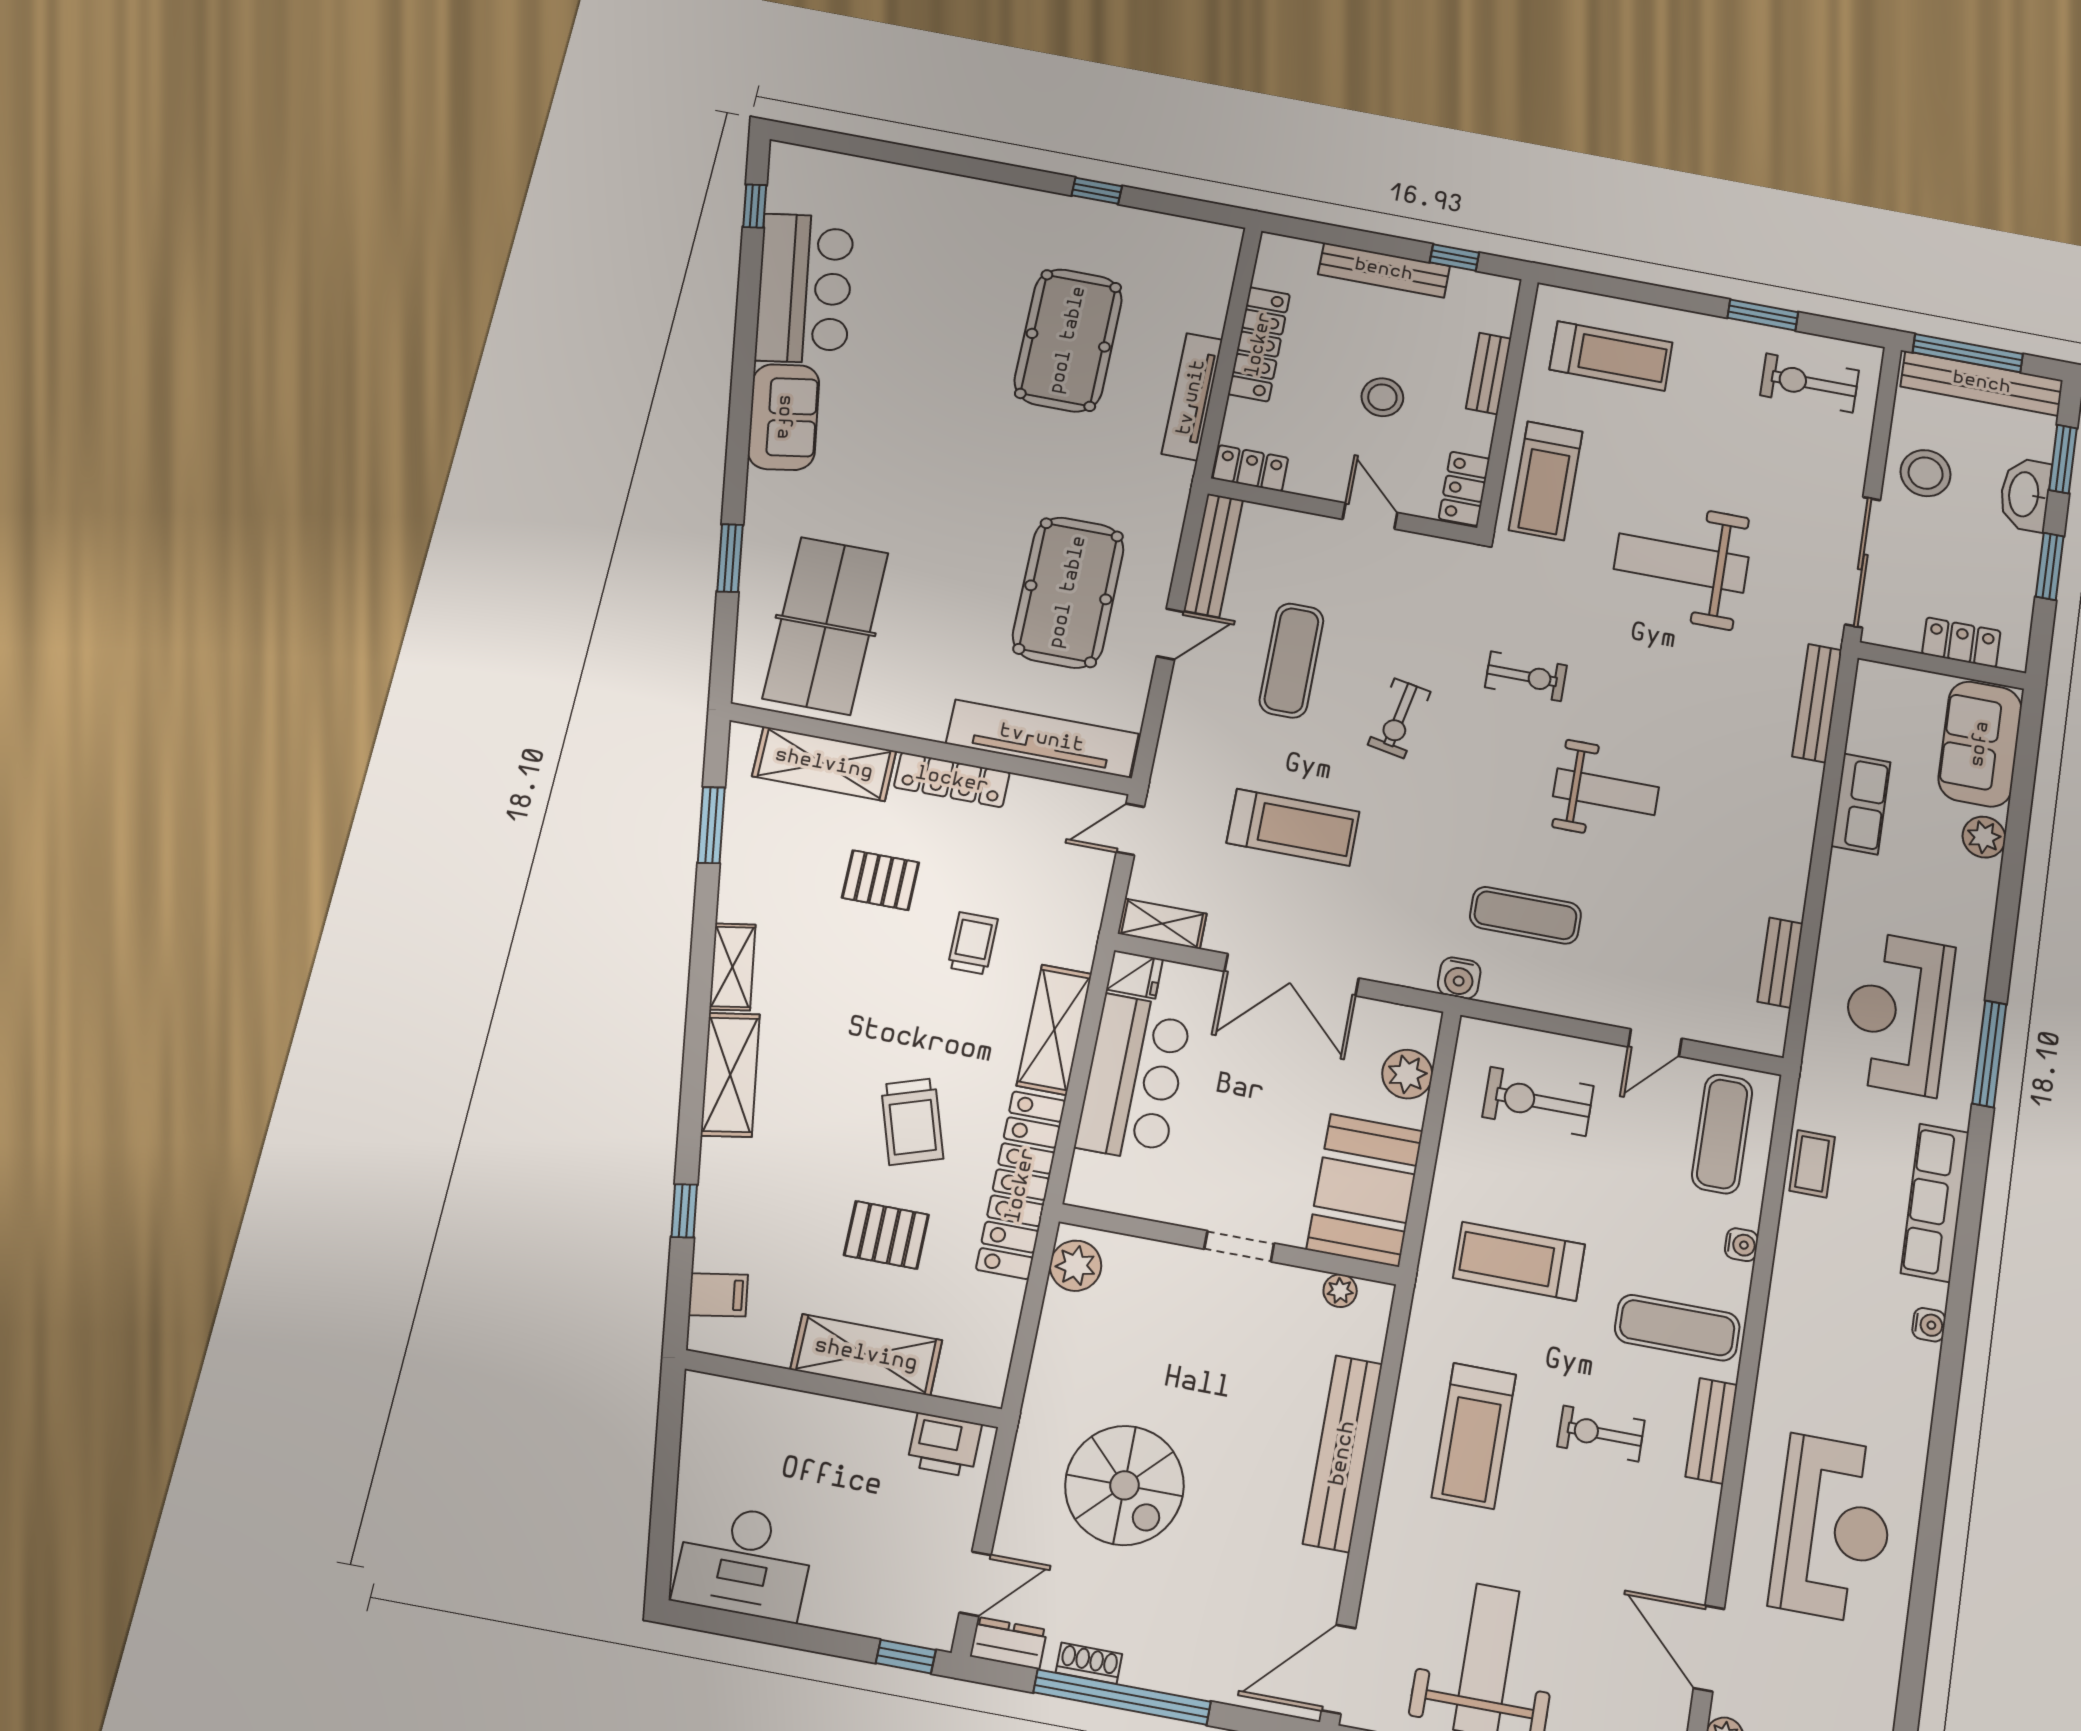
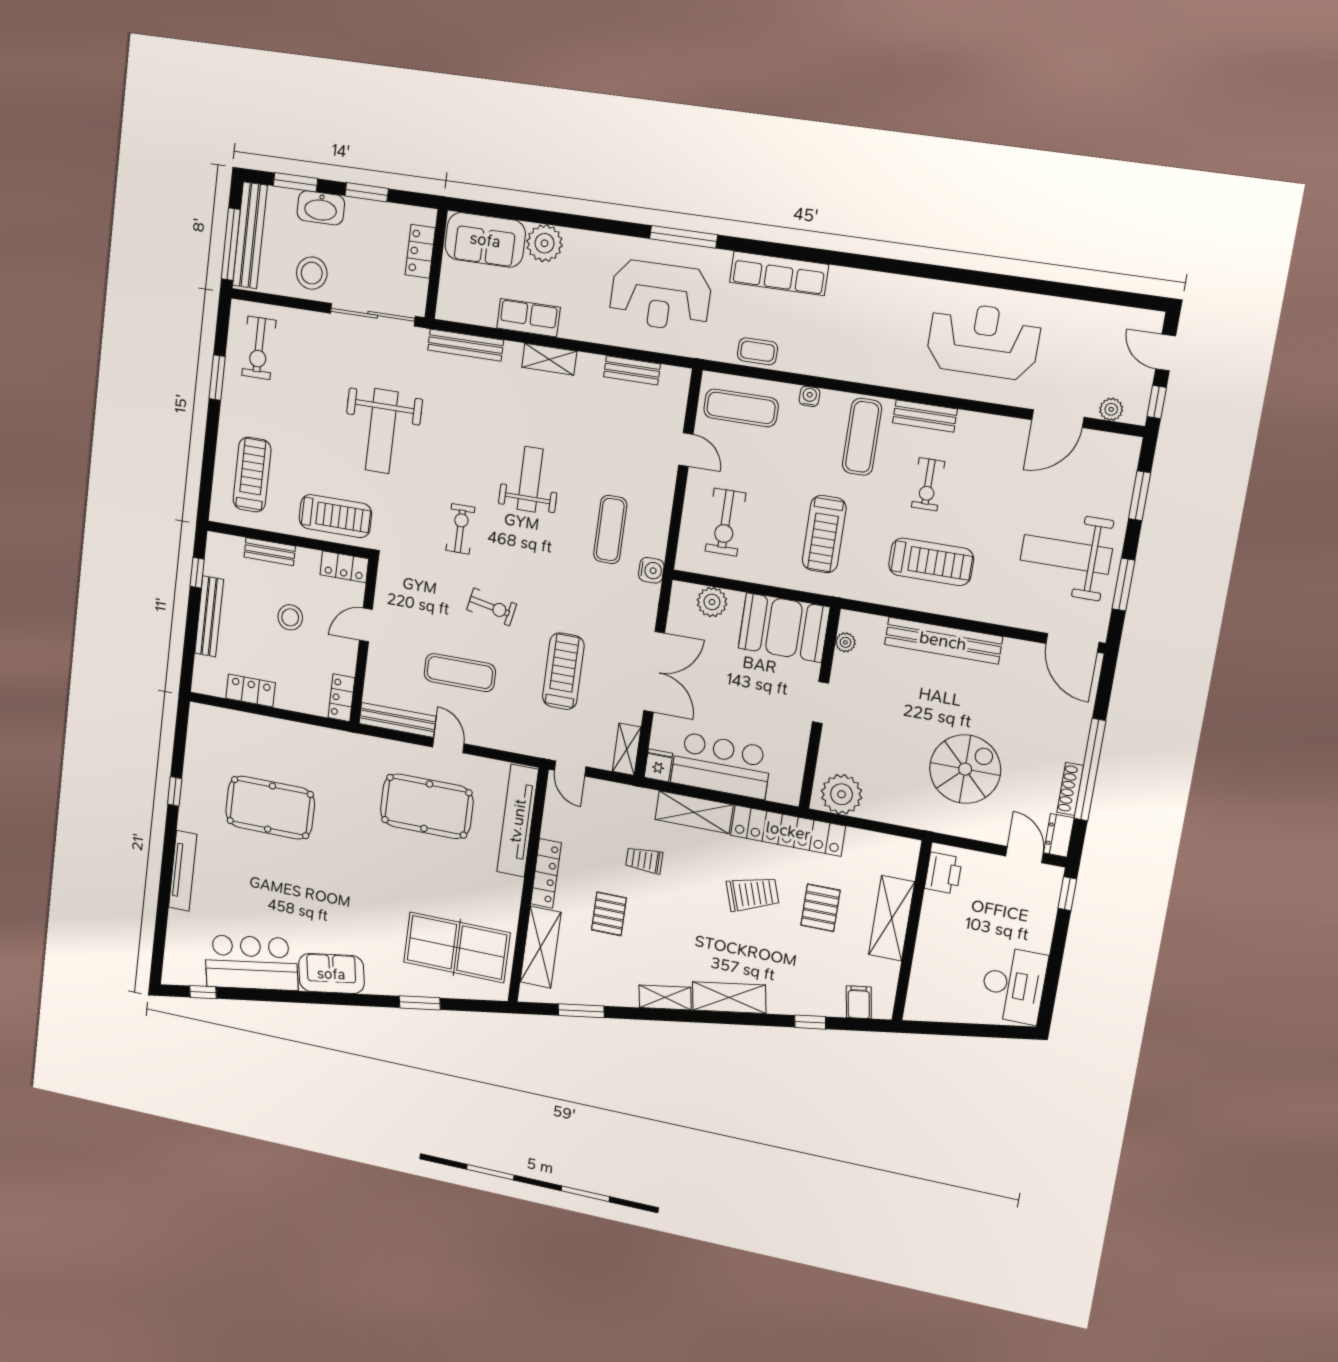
locker: (1259, 344) -> (251, 691), width x0.66
tv unit: (1192, 397) -> (183, 871), moved, turned -90
shelving: (1796, 833) -> (549, 359), added
plant: (1984, 837) -> (544, 243), width x1.36, depth x1.36
plant: (1076, 1266) -> (842, 794), width x1.36, depth x1.36
water cooler: (1929, 1325) -> (856, 278), removed
shoe rack: (1089, 1663) -> (1070, 789), width x1.43

